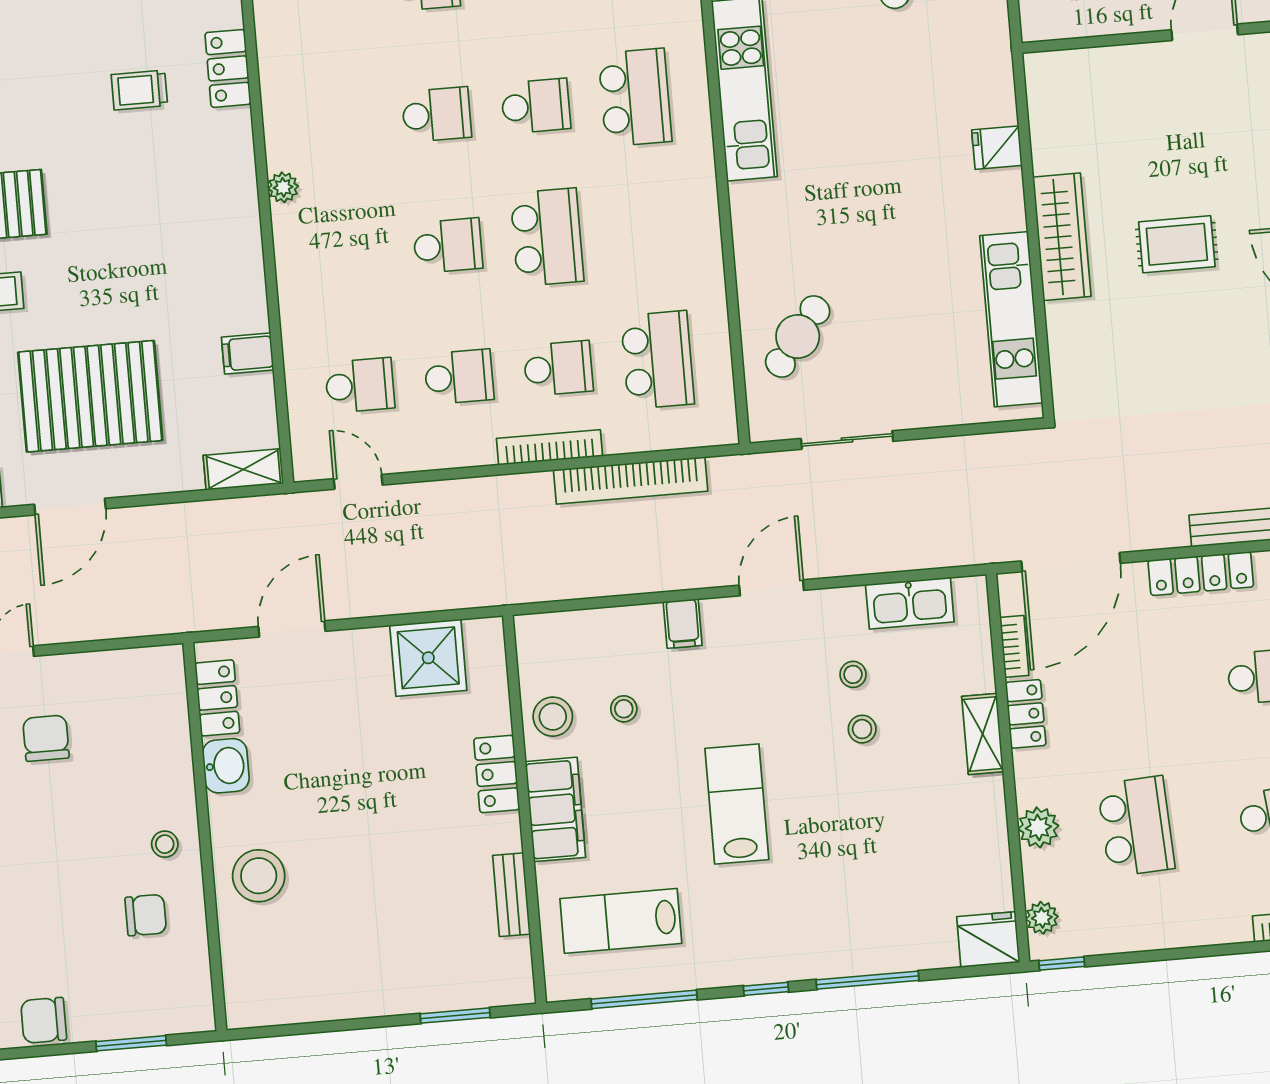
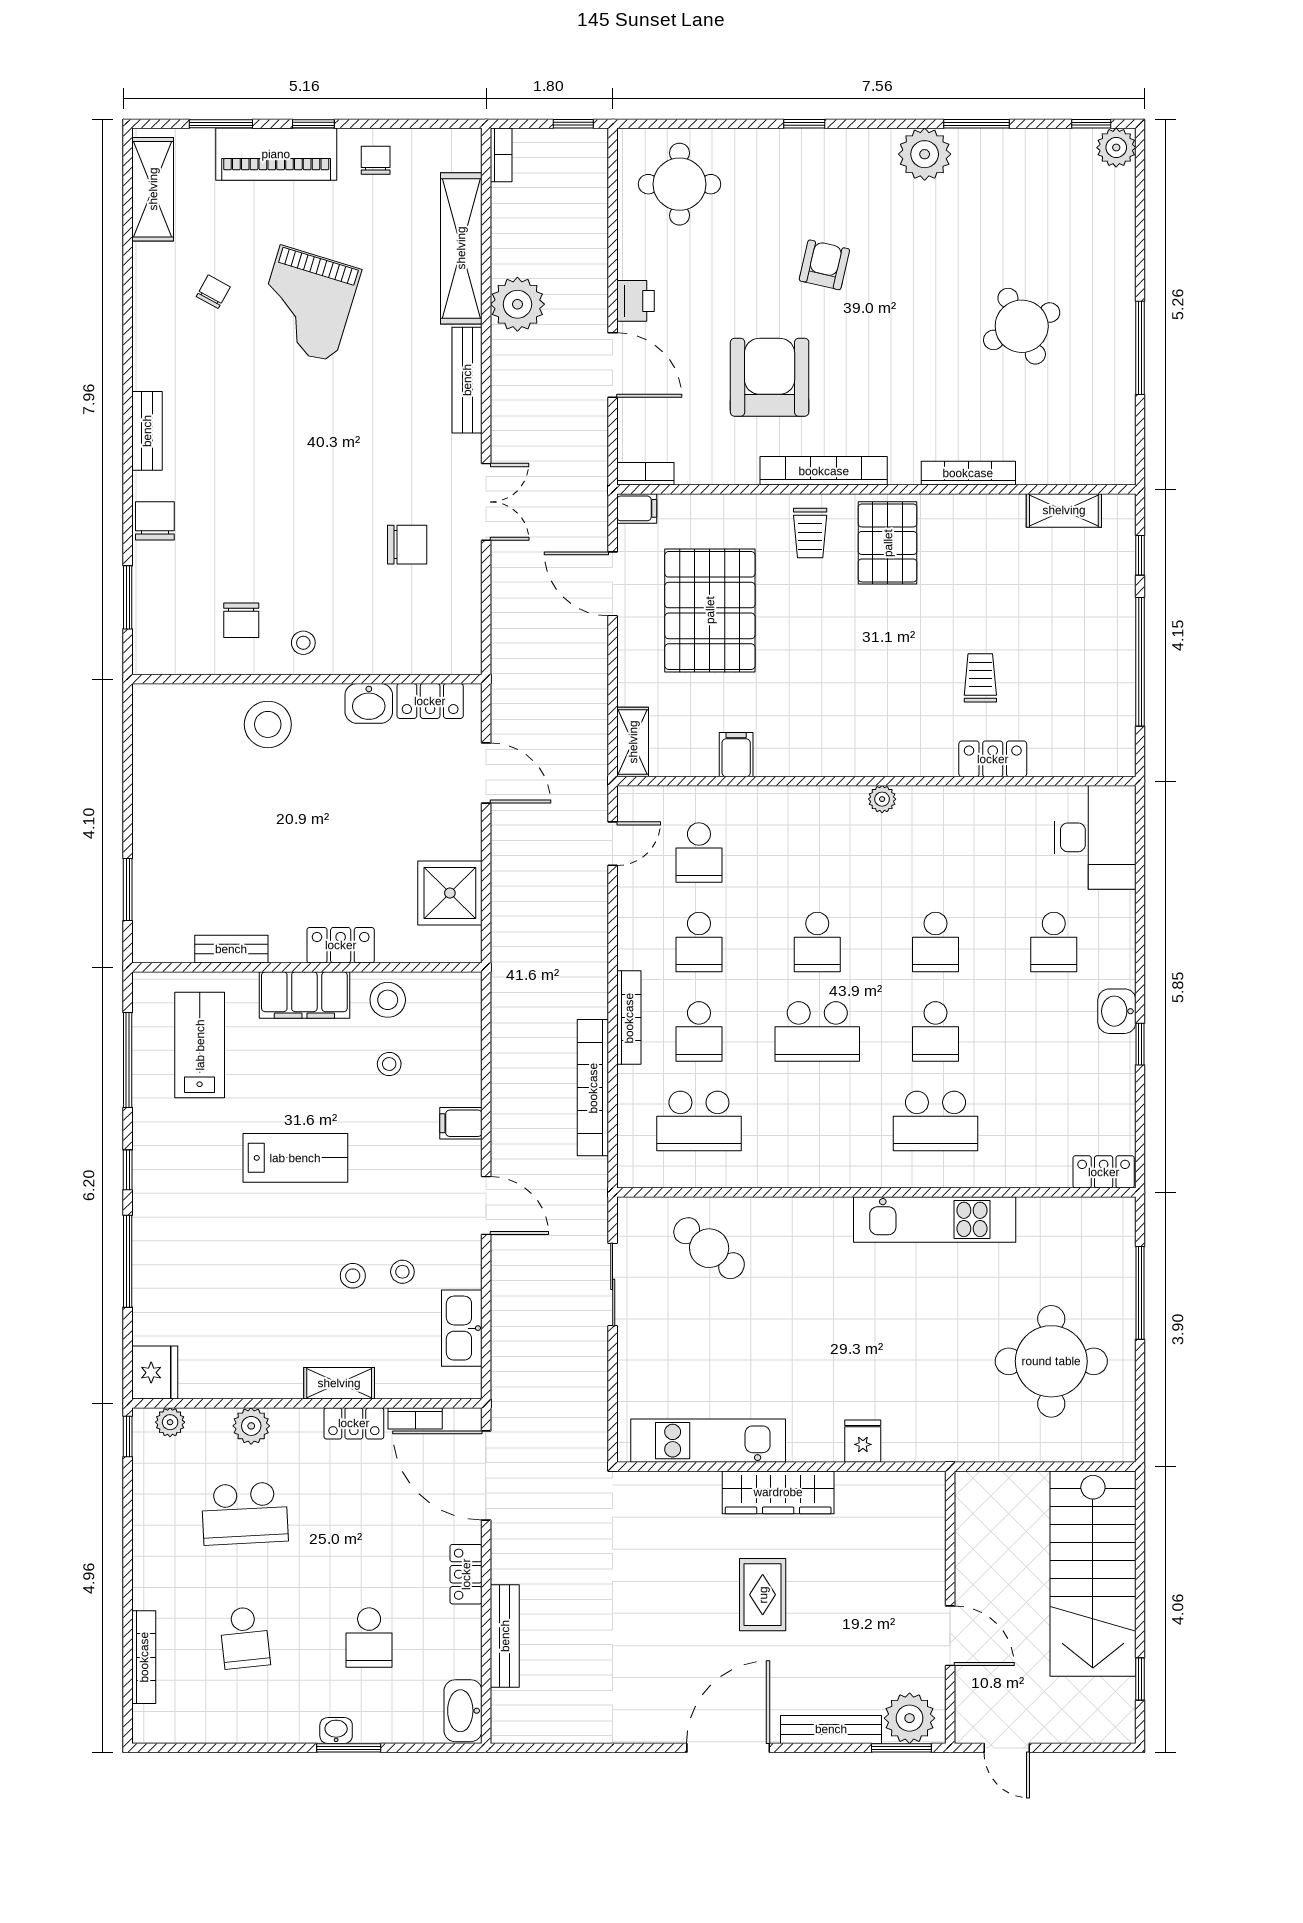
locker: (1201, 574) -> (466, 1574), width x0.66

